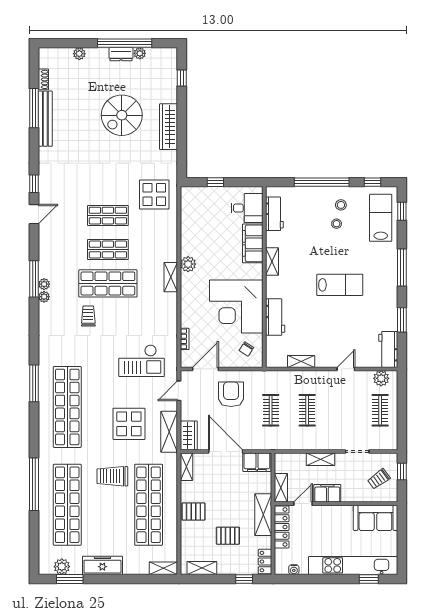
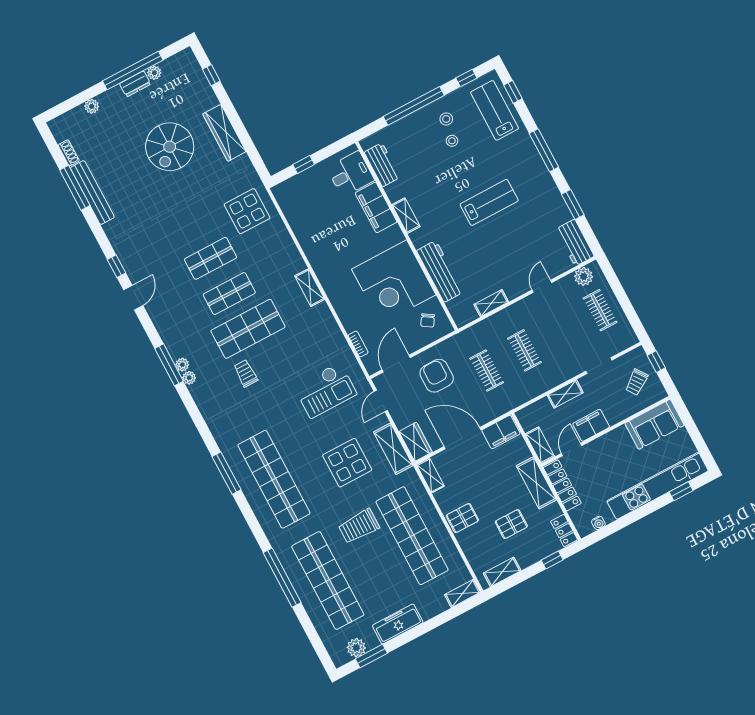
plant: (188, 264) -> (320, 265), removed
workbench: (275, 317) -> (440, 271), width x1.38

